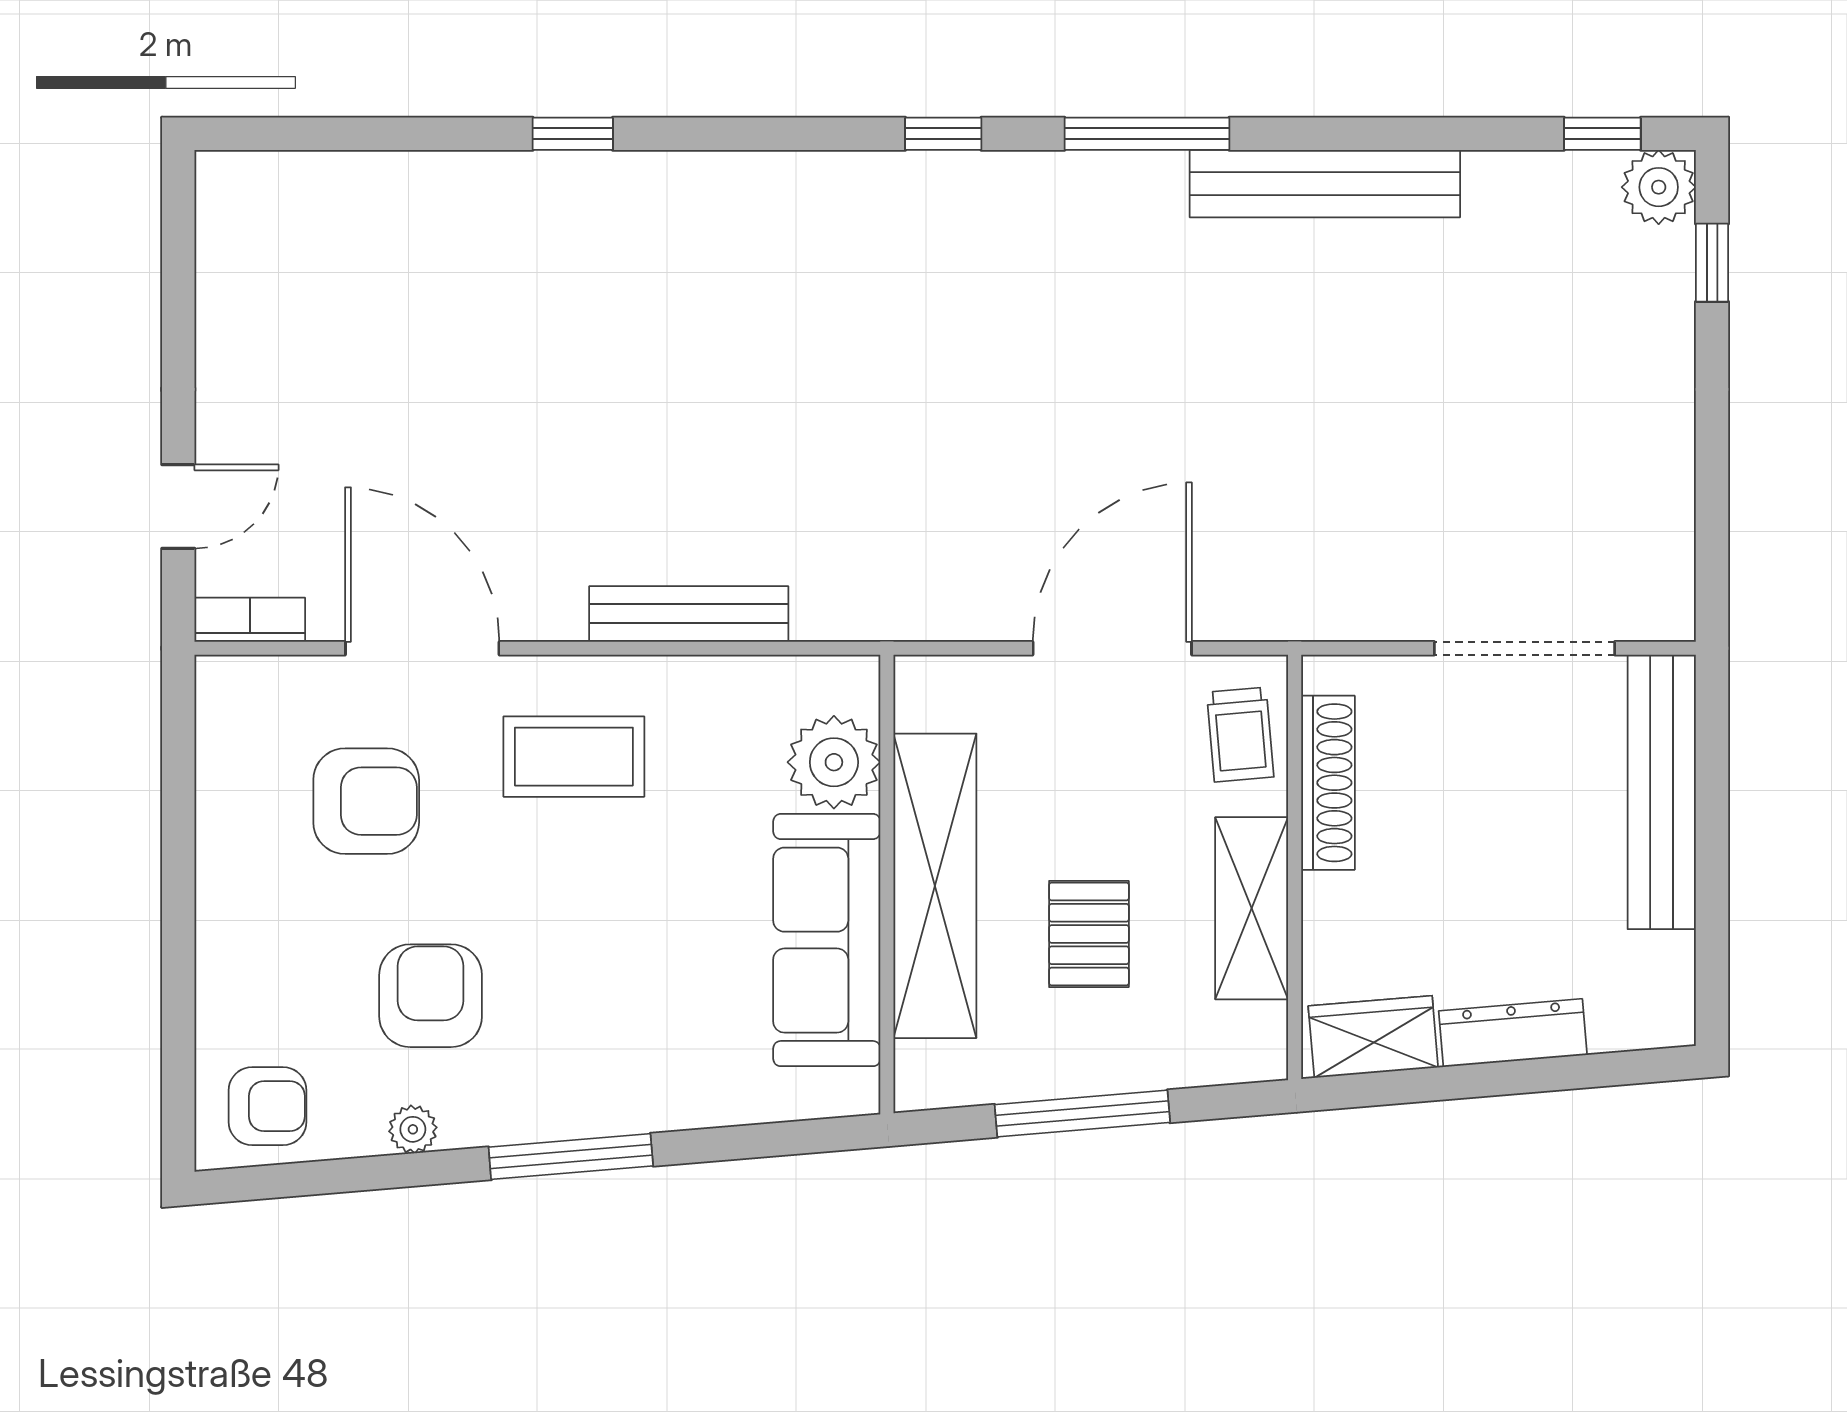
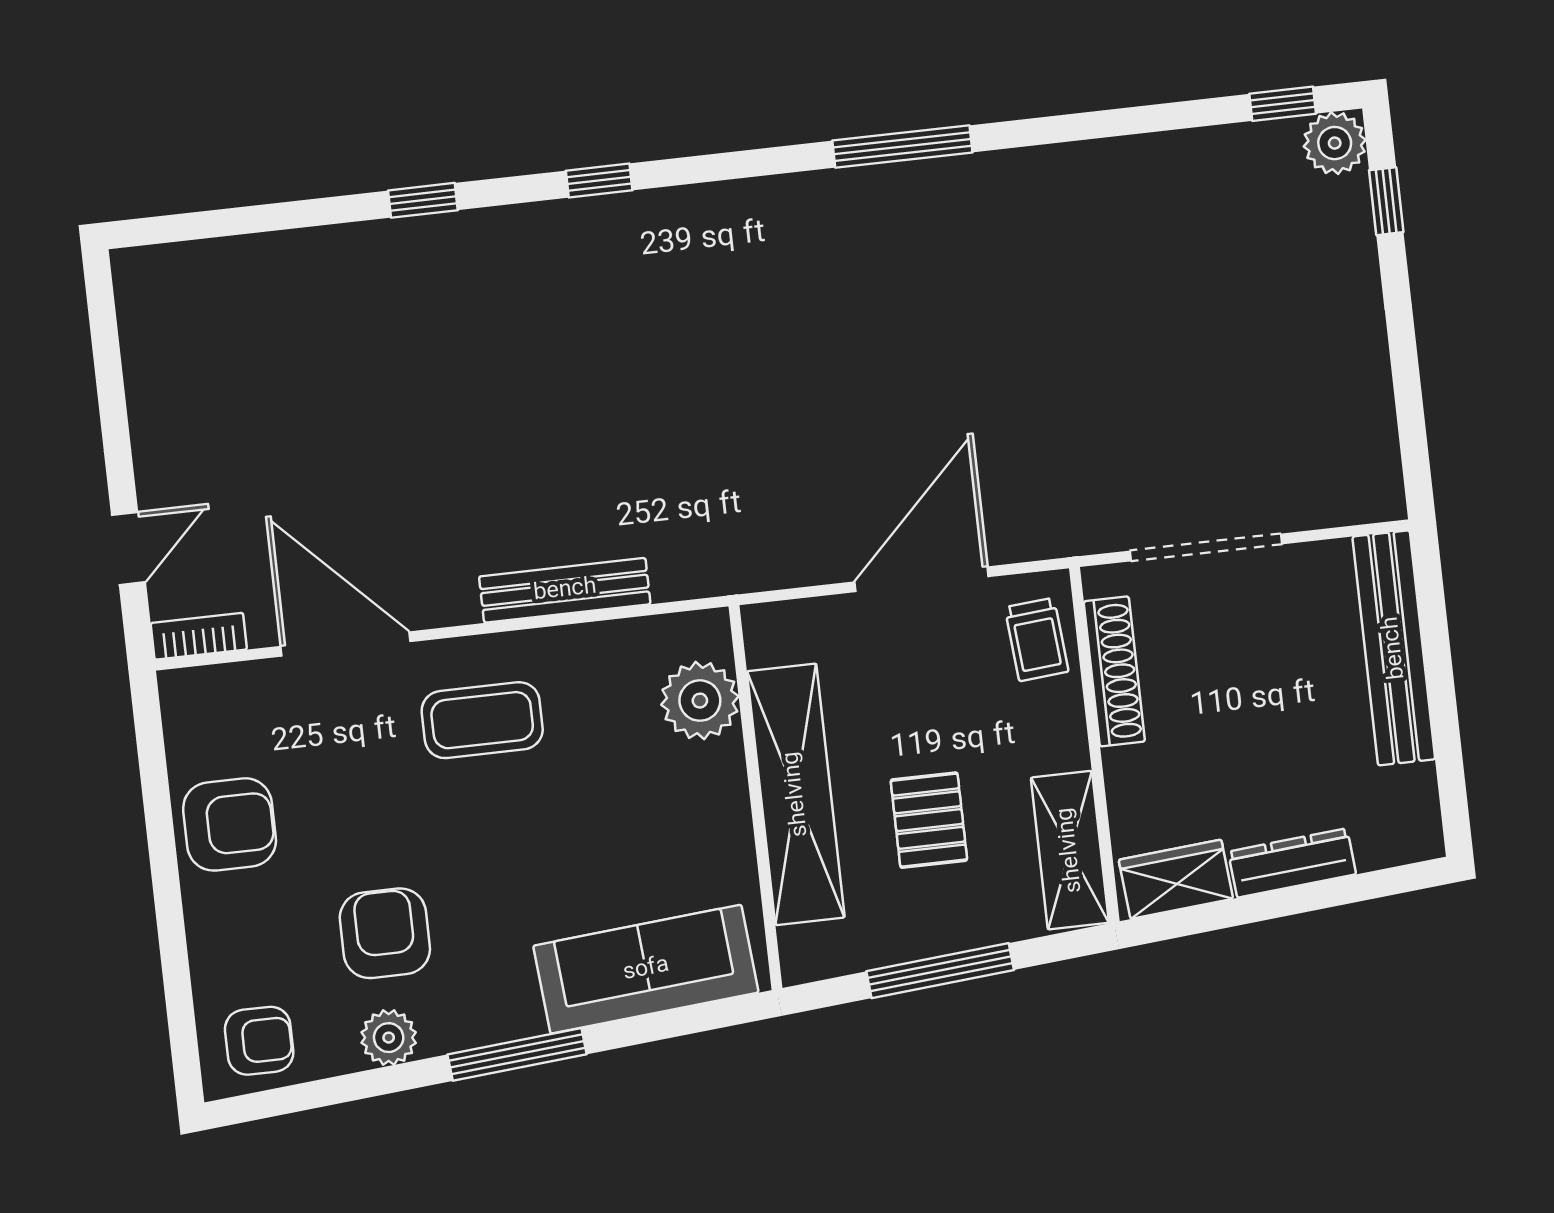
window: (943, 134) -> (599, 180), moved
bench: (1325, 184) -> (1056, 171), removed
doorway: (1524, 648) -> (1206, 547), moved
armchair: (366, 801) -> (230, 824), moved
shelving: (1252, 908) -> (1070, 850), moved
sofa: (827, 940) -> (646, 969), moved, turned 85
plant: (413, 1129) -> (389, 1038), width x1.38, depth x1.38

